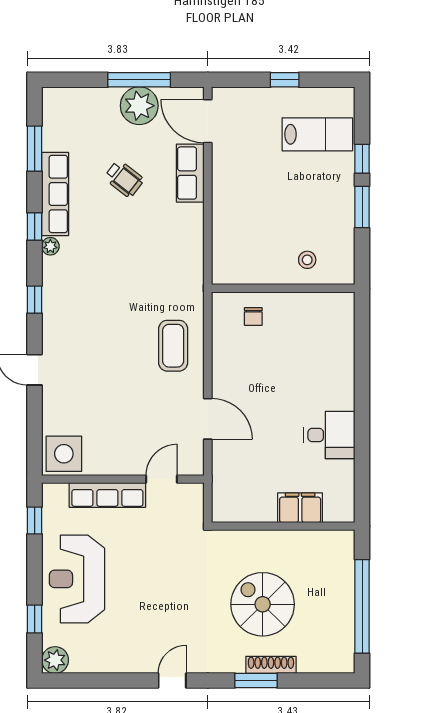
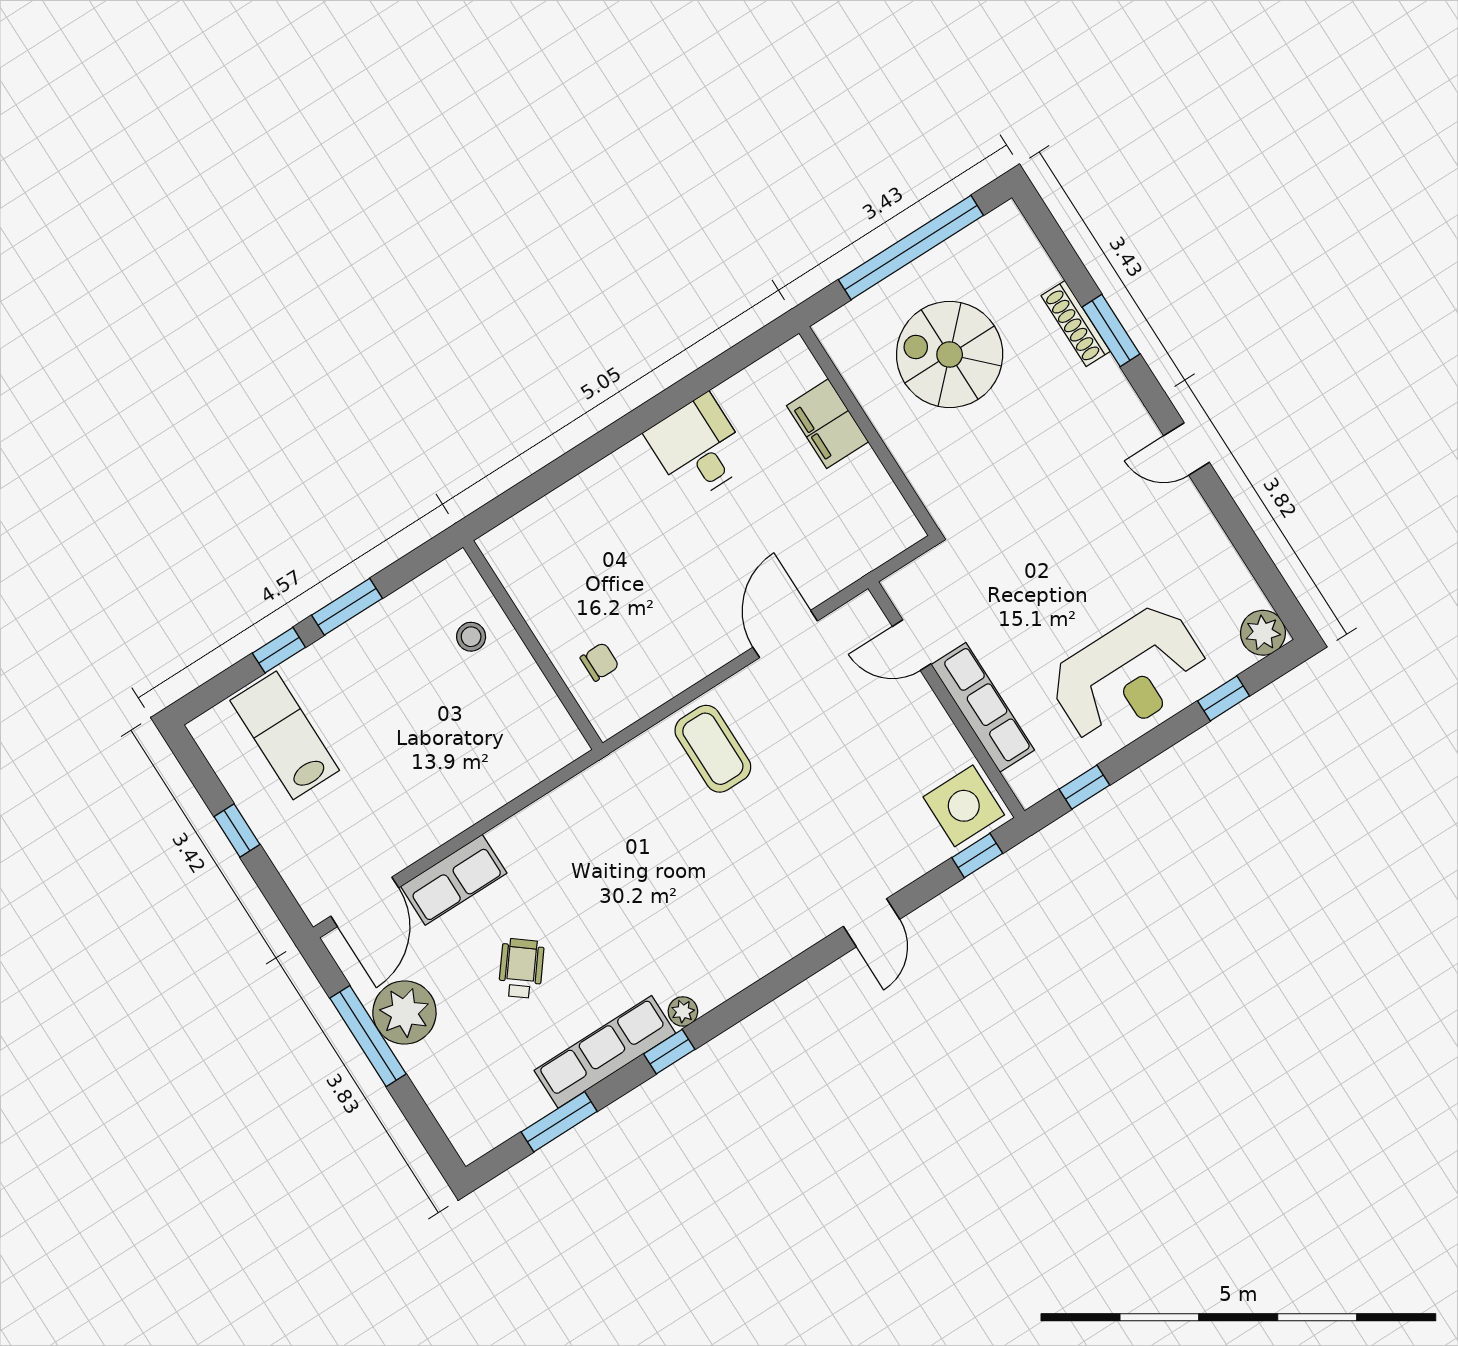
window: (35, 300) -> (977, 855), moved
coffee table: (173, 346) -> (713, 749), turned 90
spiral stairs: (263, 604) -> (950, 355), moved, turned 90

